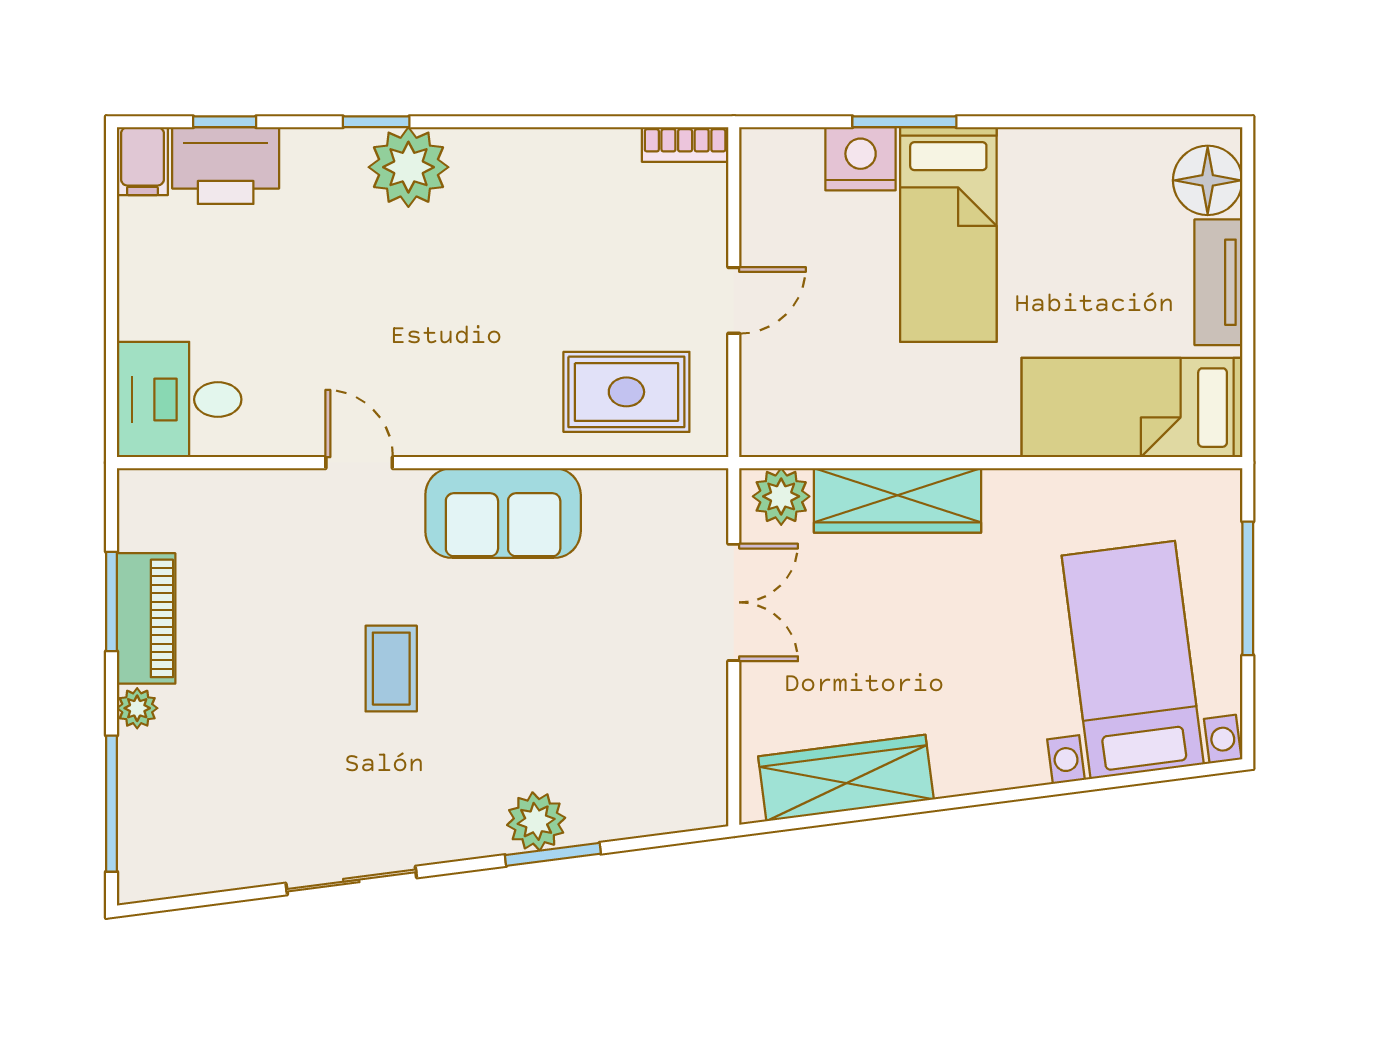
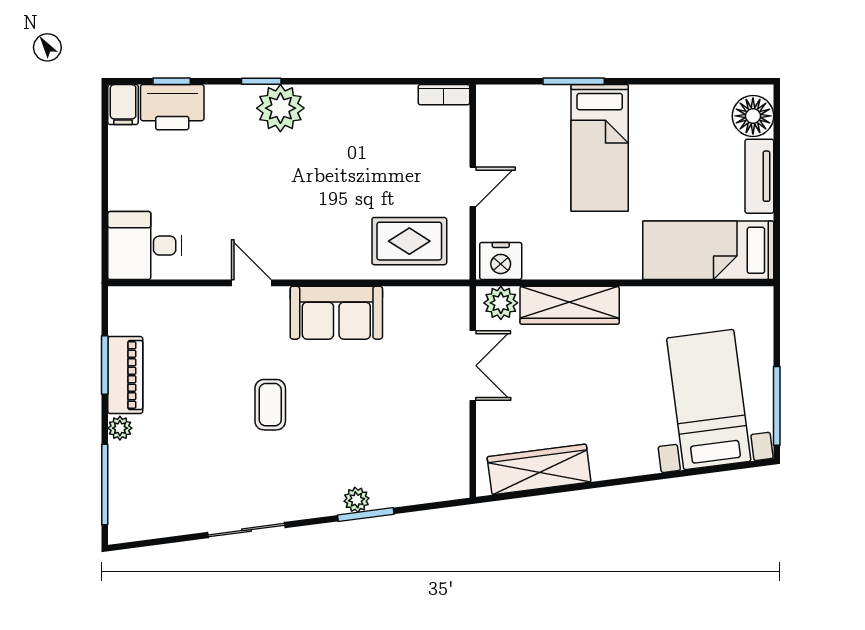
nightstand: (861, 159) -> (501, 261), moved, turned 180
window: (1248, 588) -> (777, 406), moved
plant: (536, 821) -> (356, 500), width x0.73, depth x0.73

